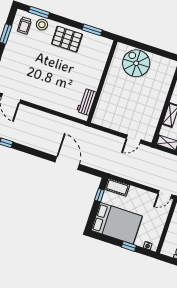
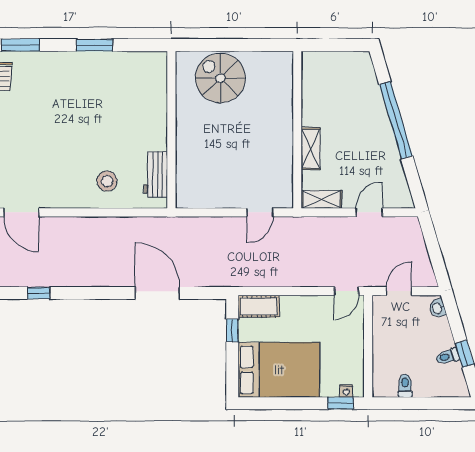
stool: (42, 25) -> (107, 181), moved
window: (92, 30) -> (94, 45), moved
pallet: (67, 39) -> (85, 76), removed
window: (129, 246) -> (341, 403), moved

